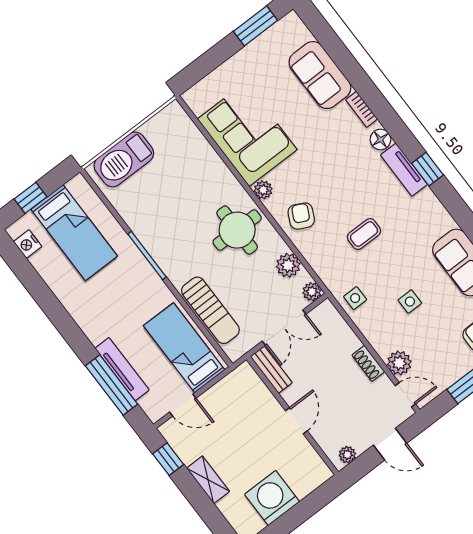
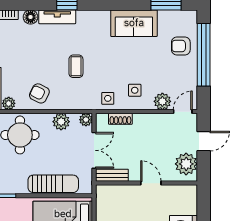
side table: (410, 302) -> (135, 90), moved
shoe rack: (368, 363) -> (120, 119), moved
plant: (347, 455) -> (186, 164), width x1.88, depth x1.88

